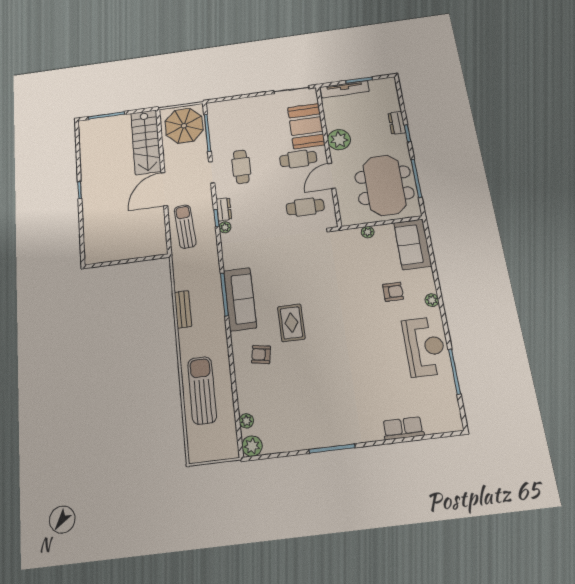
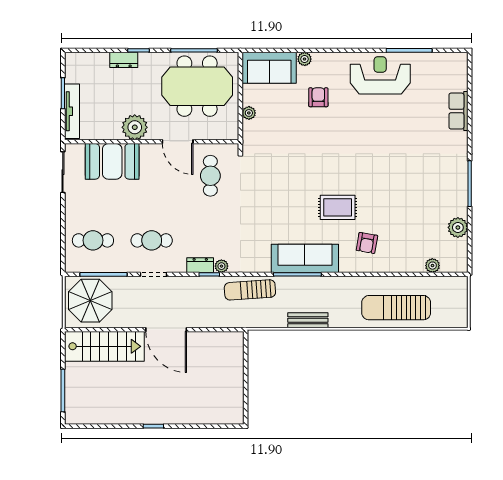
cafe table: (298, 159) -> (93, 240), moved, turned 90
sun lounger: (185, 227) -> (250, 290), moved
plant: (432, 300) -> (305, 59), moved
plant: (252, 446) -> (458, 227), moved

